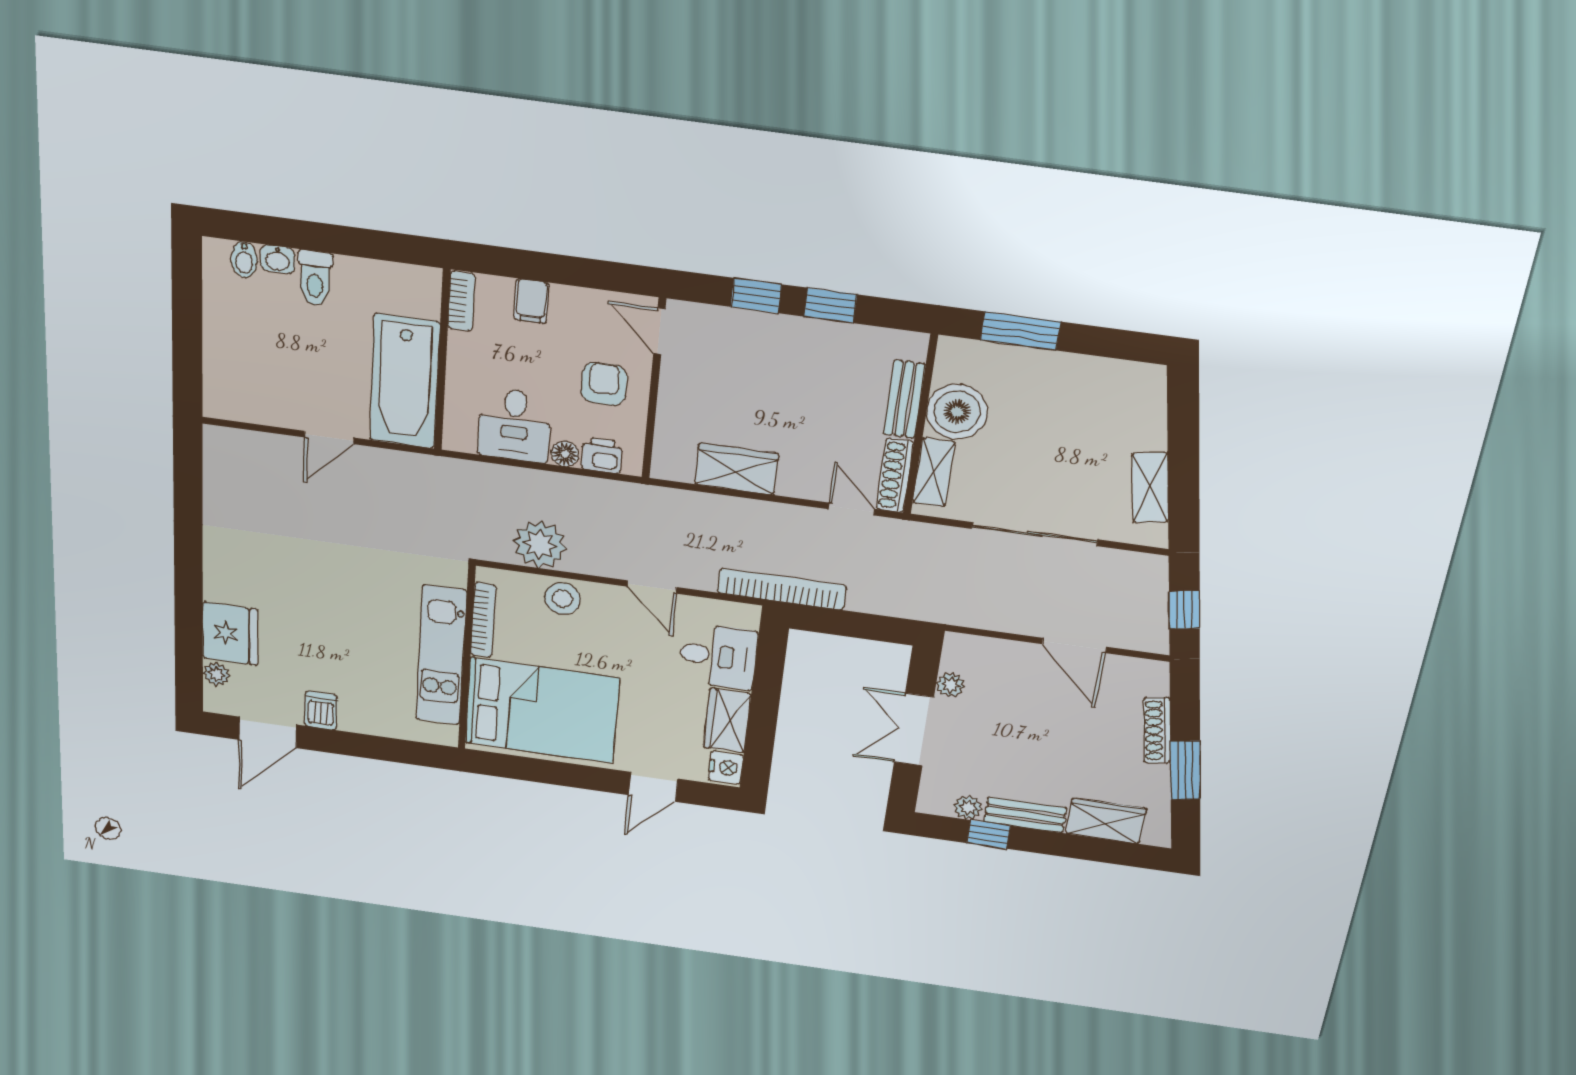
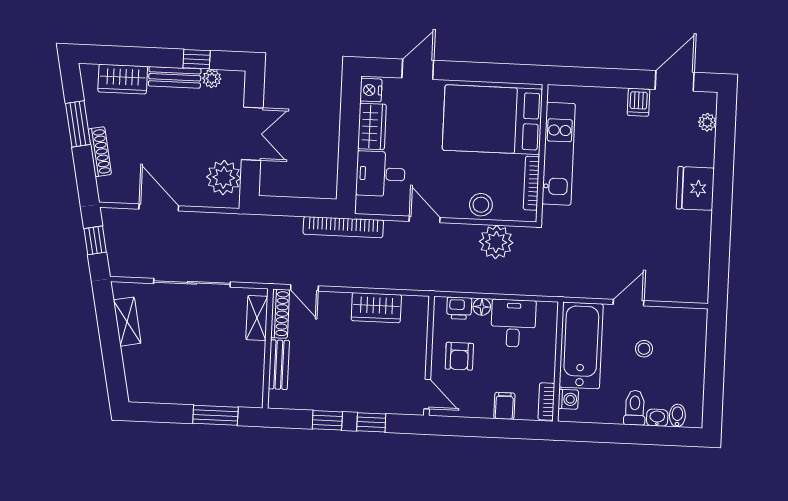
washing machine: (425, 302) -> (568, 399), added
stool: (302, 367) -> (644, 349), added
boiler: (957, 412) -> (247, 360), removed
fridge: (230, 634) -> (695, 188), moved
plant: (951, 685) -> (224, 178), width x1.88, depth x1.88

